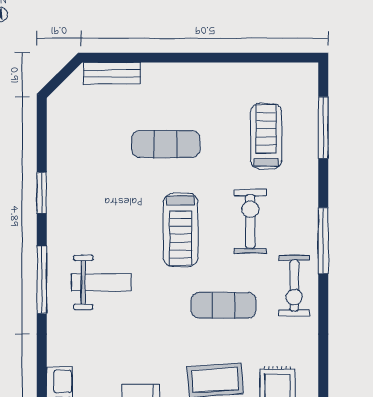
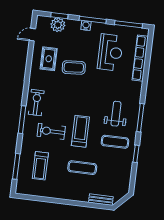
exercise bike: (250, 221) -> (51, 131), turned 90
weight bench: (101, 282) -> (116, 114), turned 90
exercise mat: (223, 305) -> (115, 142), moved

